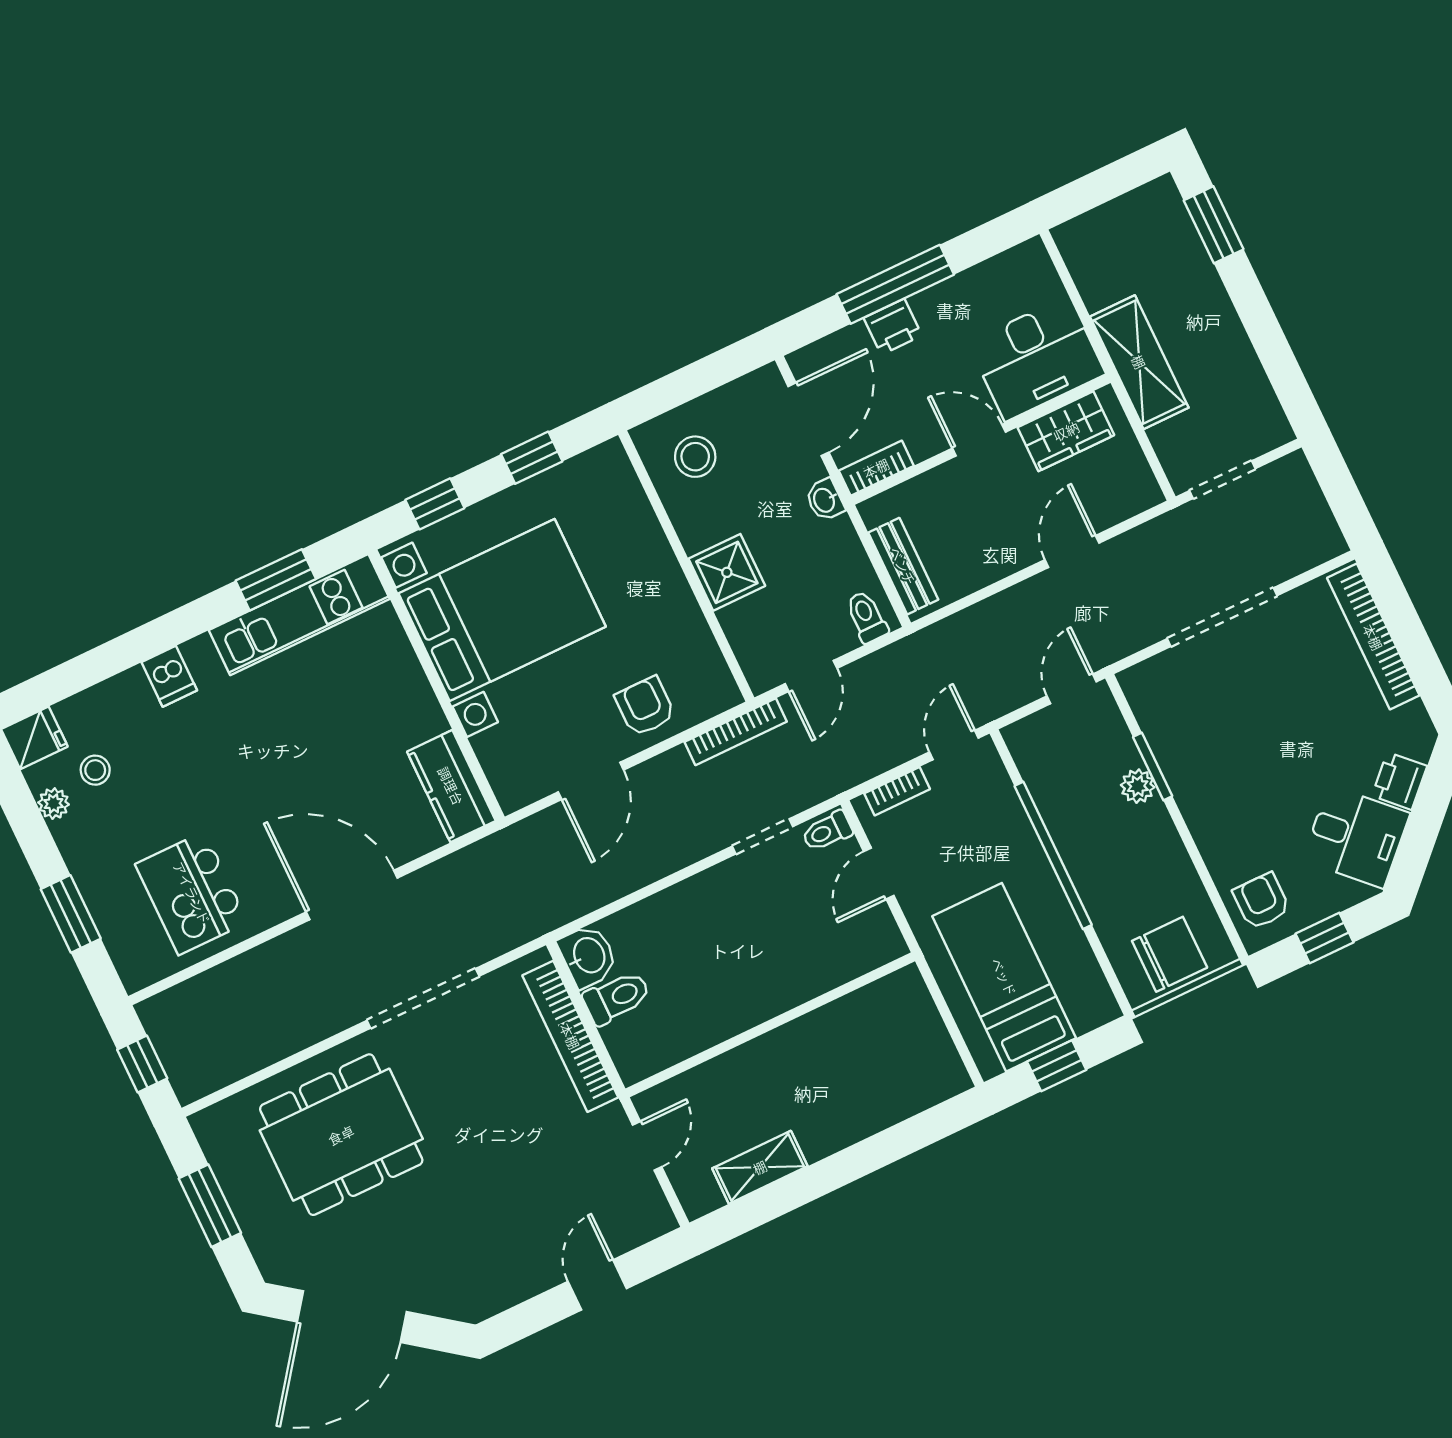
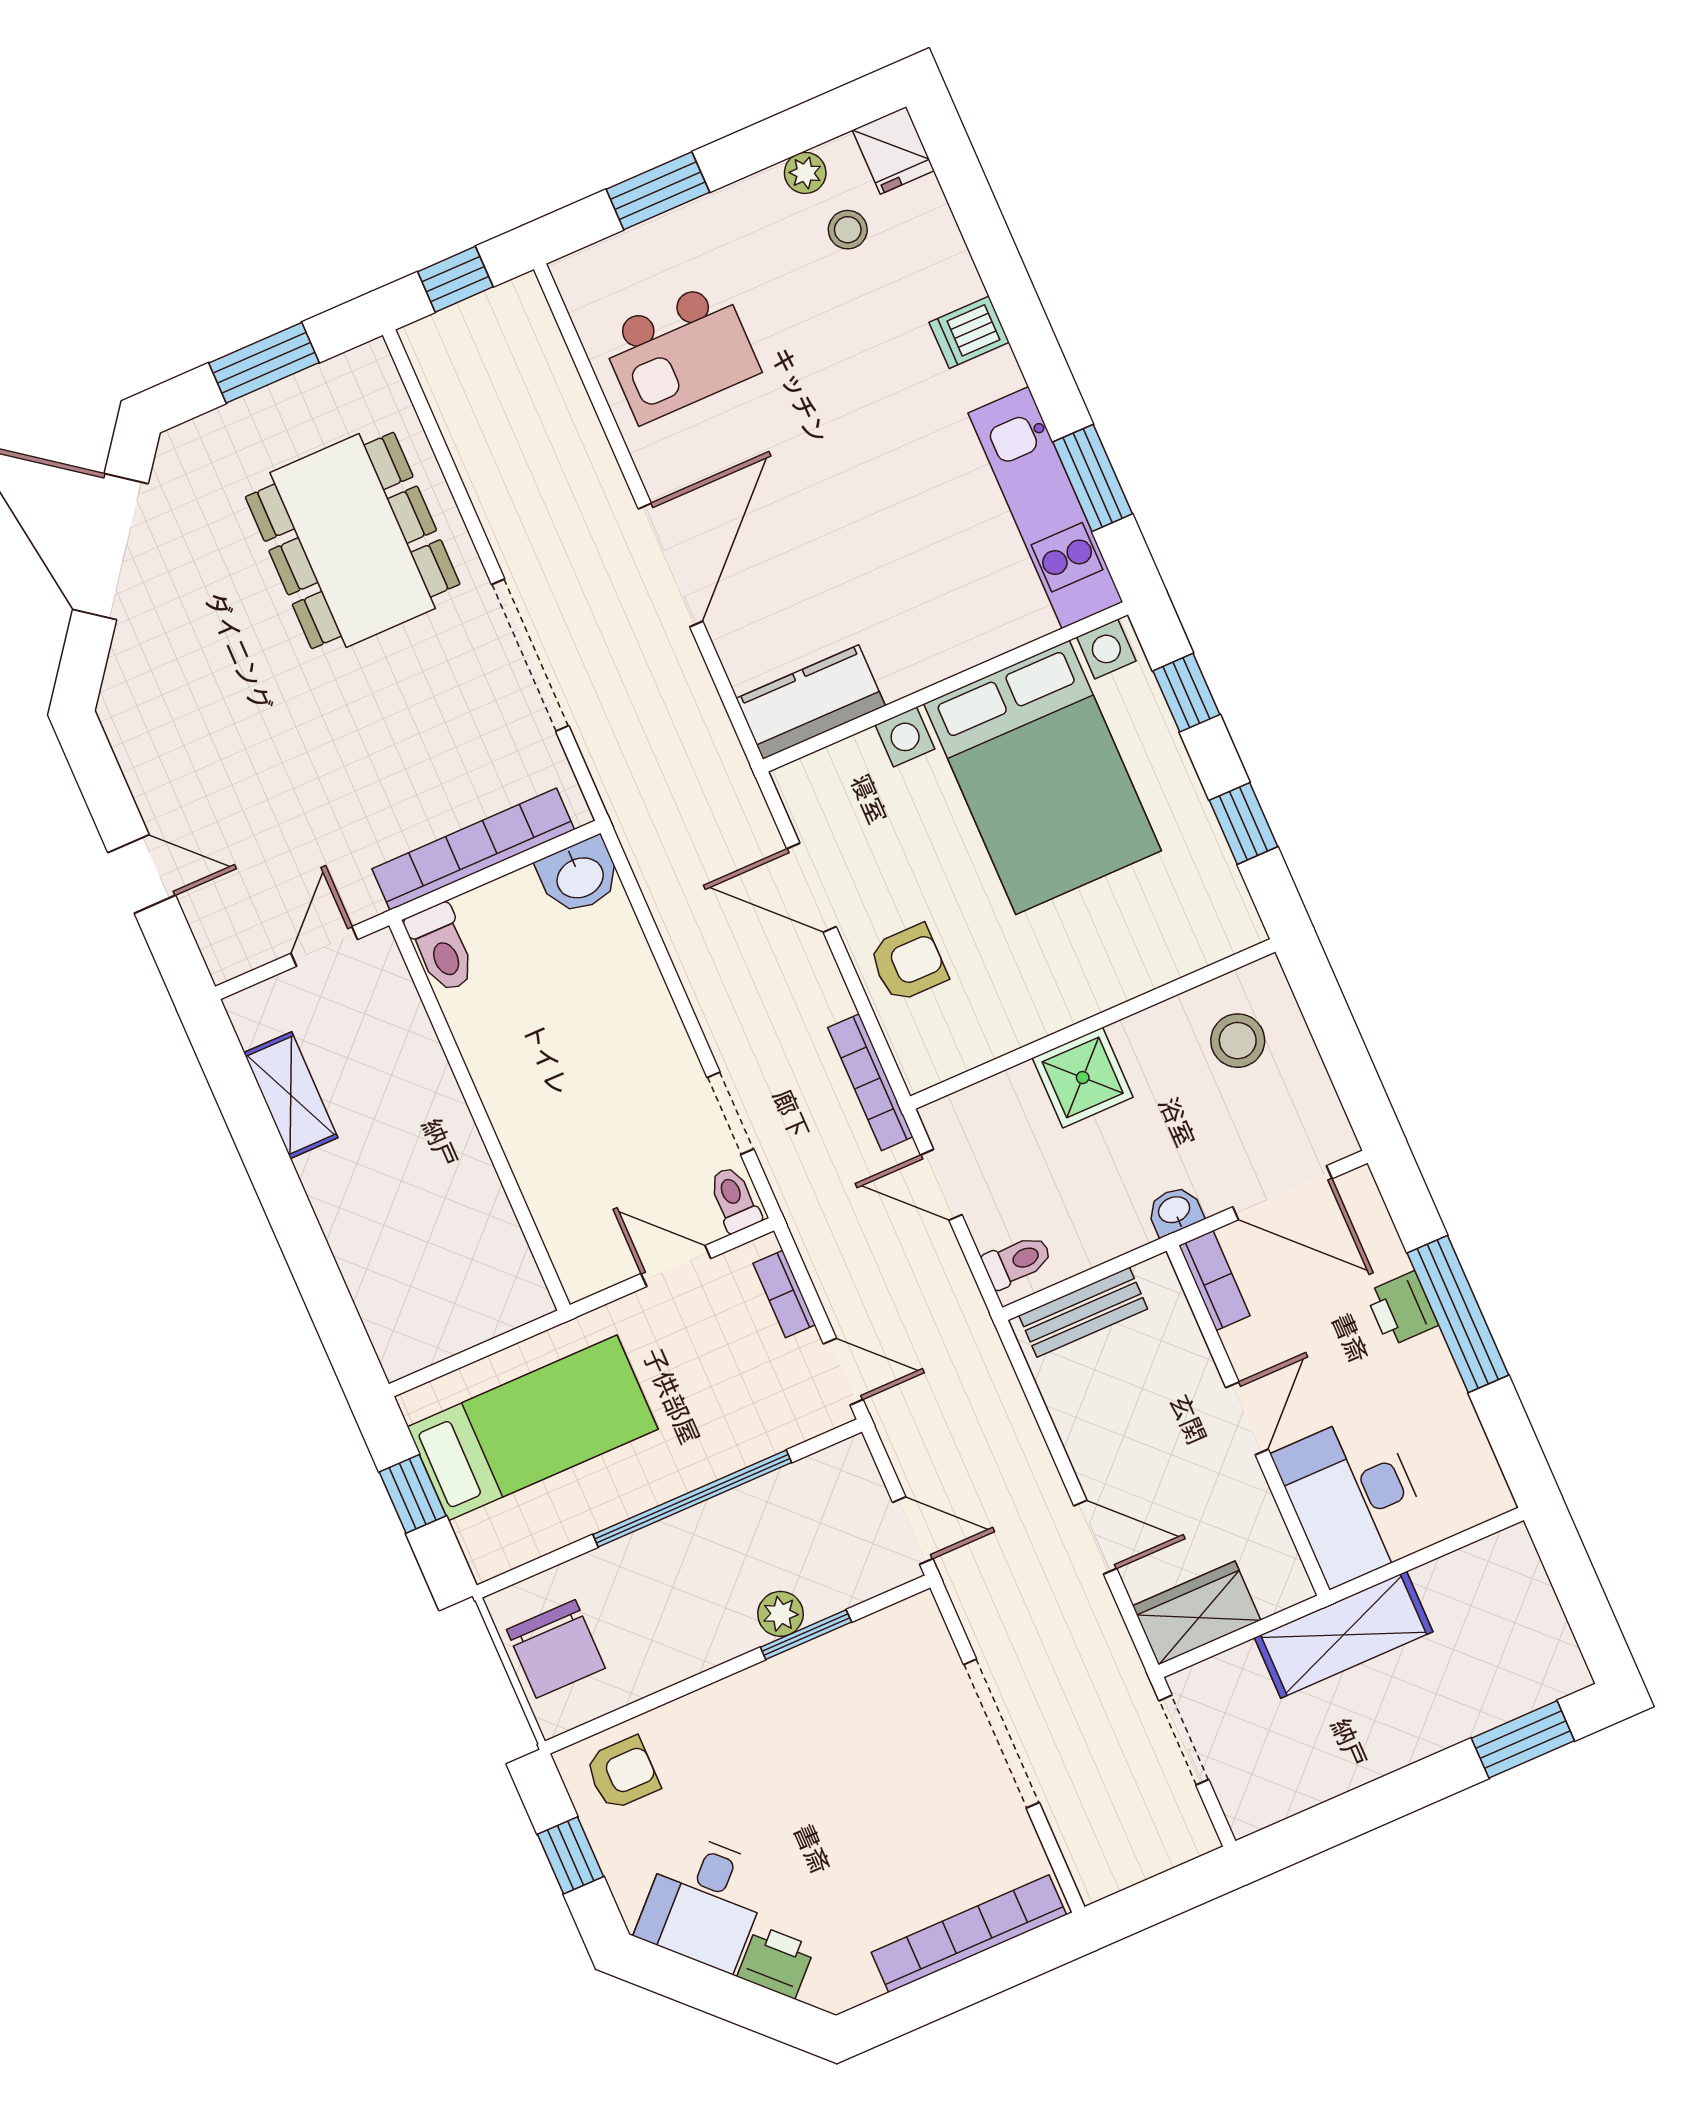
wardrobe: (1066, 431) -> (1197, 1613), moved, turned 90
kitchen island: (192, 893) -> (680, 352), turned 180
toilet: (617, 998) -> (441, 948), moved
door: (647, 1146) -> (324, 946), swing flipped

